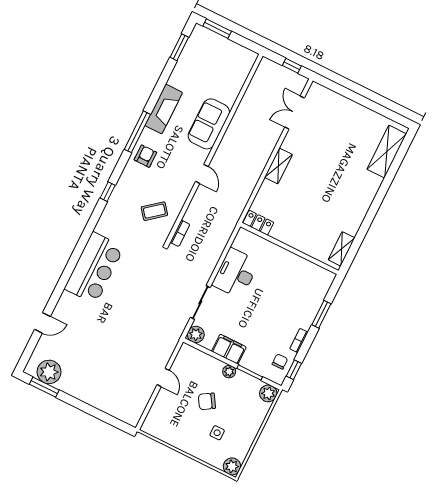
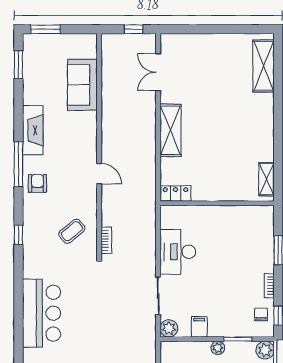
sofa: (209, 124) -> (82, 85), moved
shelving: (278, 166) -> (171, 130), width x1.50, depth x1.33
filing cabinet: (229, 349) -> (199, 327), width x0.50

